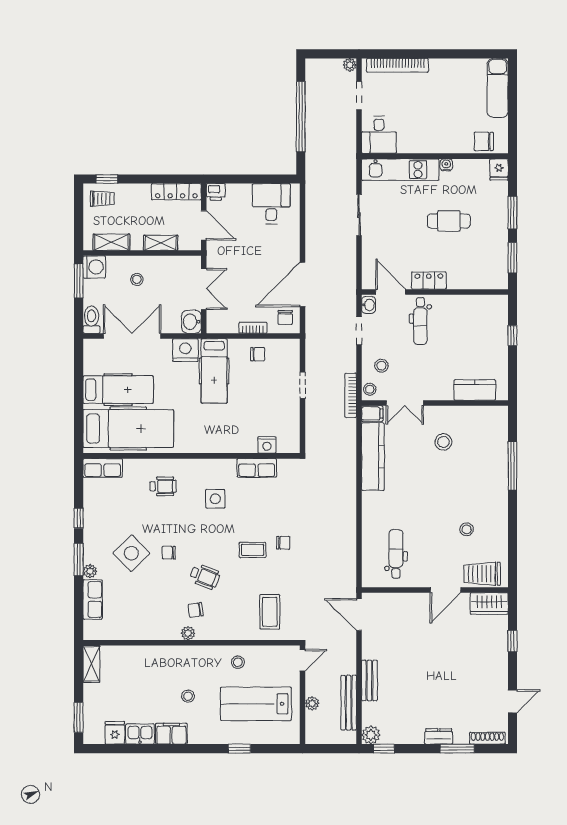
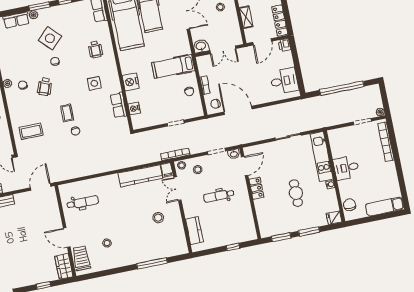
desk: (379, 135) -> (346, 168), moved
dental chair: (420, 321) -> (219, 196), moved
nightstand: (185, 350) -> (131, 82), moved, turned 180

